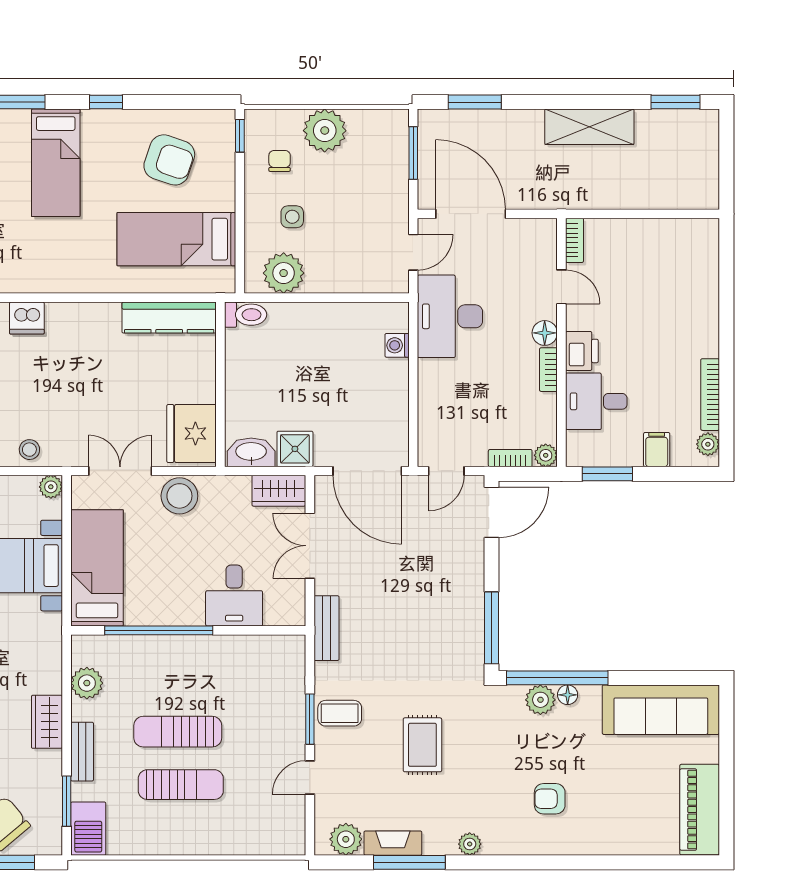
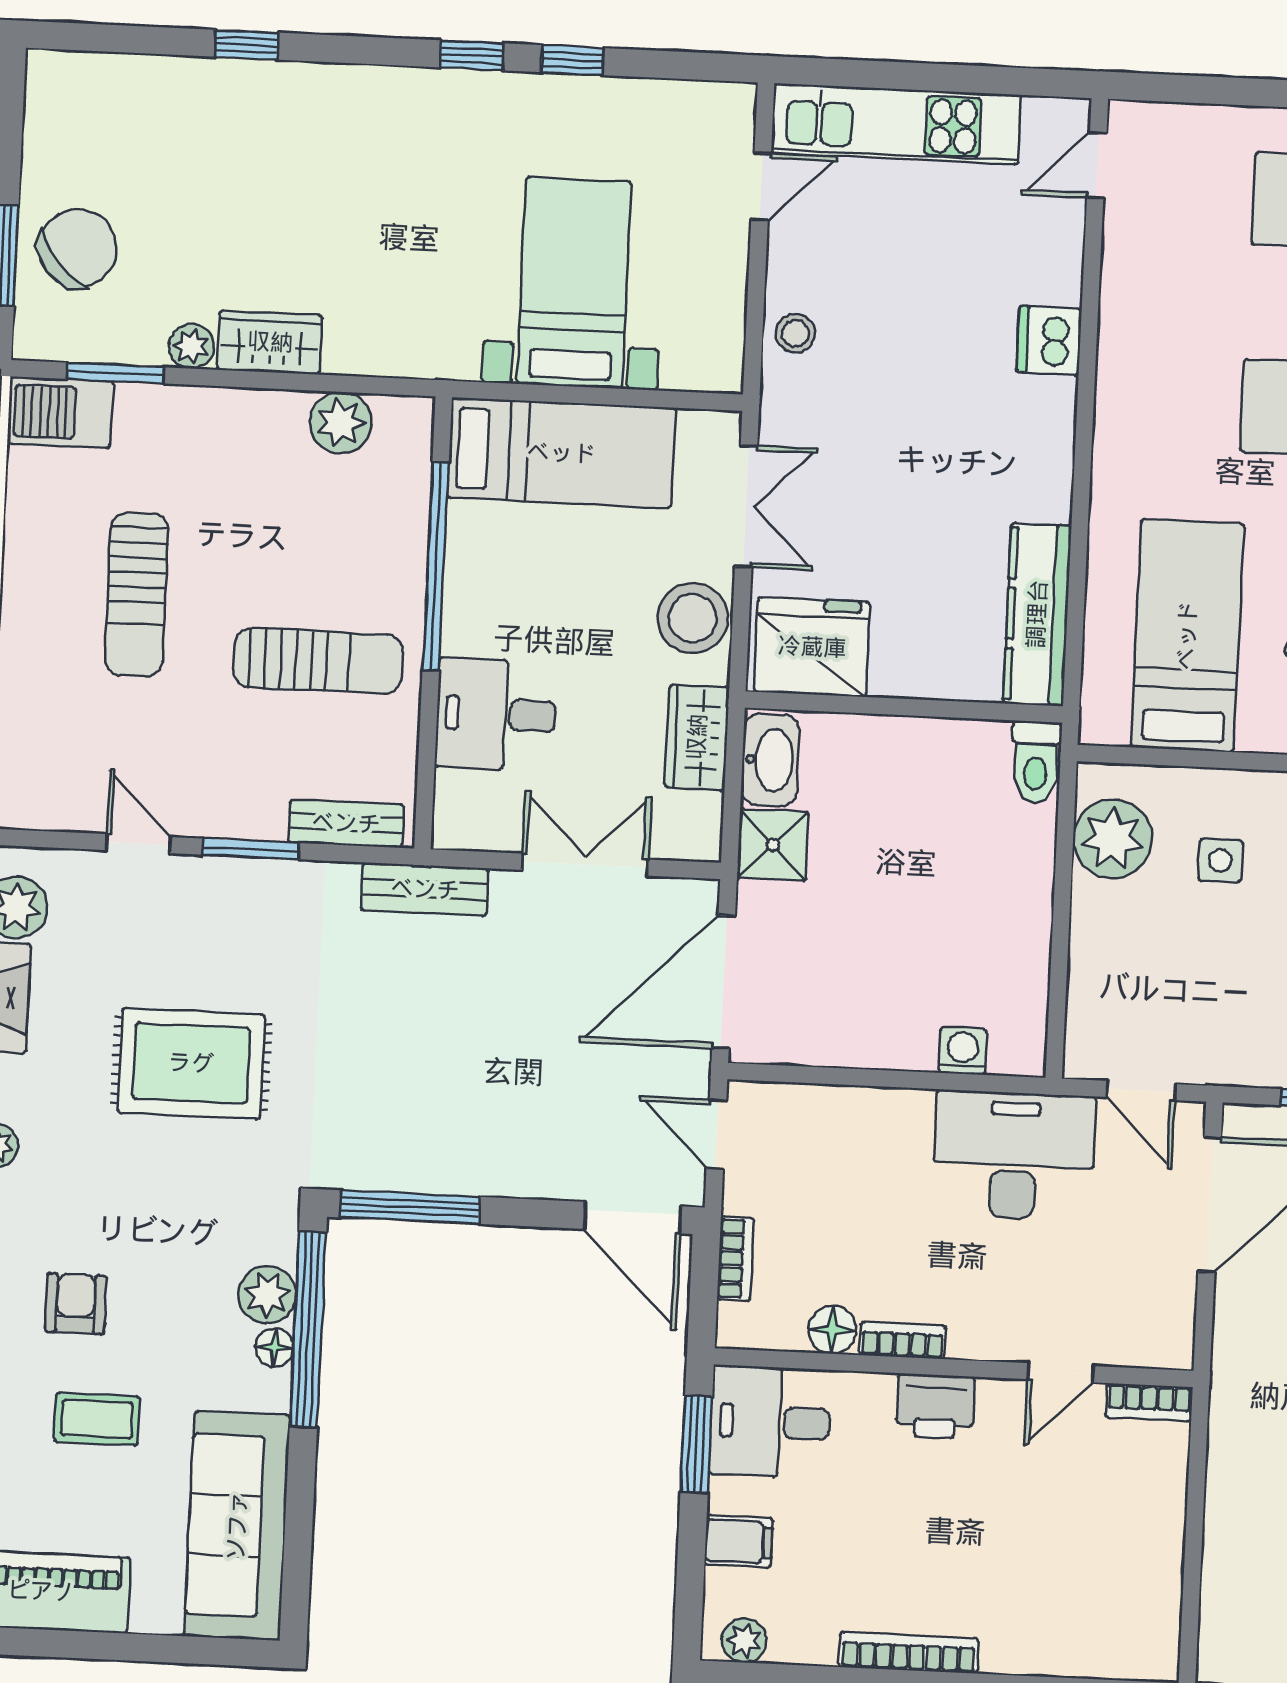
floor lamp: (545, 333) -> (832, 1330), moved
bookcase: (710, 395) -> (909, 1653), moved
desk: (596, 401) -> (770, 1422), moved, turned -90
plant: (546, 455) -> (738, 1327), removed
plant: (51, 487) -> (191, 346), moved
wardrobe: (279, 491) -> (697, 737), moved
coffee table: (340, 713) -> (97, 1419), moved, turned 90
sun lounger: (178, 732) -> (318, 661), moved, turned 90
rug: (422, 745) -> (191, 1063), width x1.36, depth x1.43
bench: (82, 752) -> (346, 823), moved

